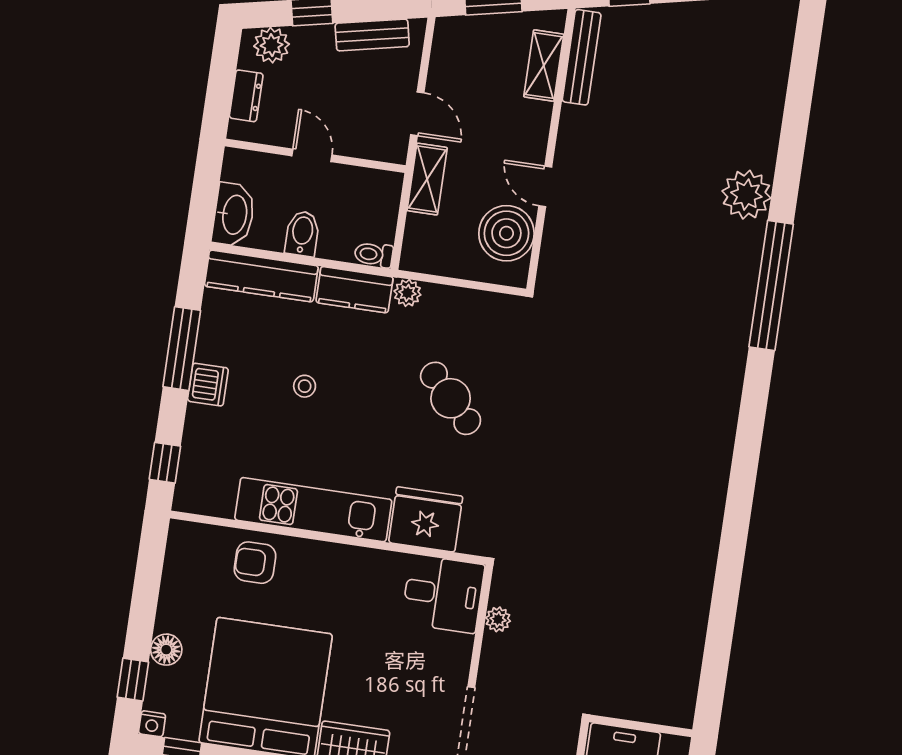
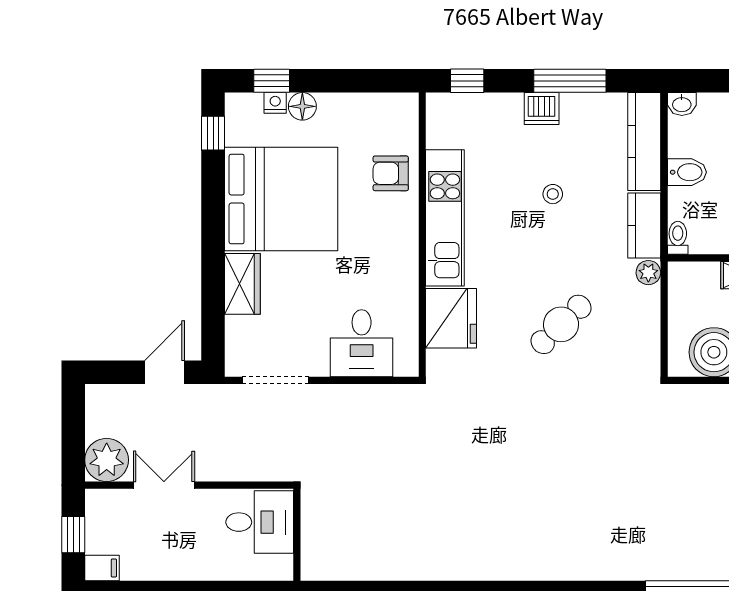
washbasin: (234, 215) -> (682, 104), width x0.52, depth x0.69
armchair: (255, 563) -> (391, 173), turned -90
desk: (443, 594) -> (362, 343), moved
plant: (498, 619) -> (372, 395), removed
nightstand: (152, 724) -> (275, 103), moved, turned 90

